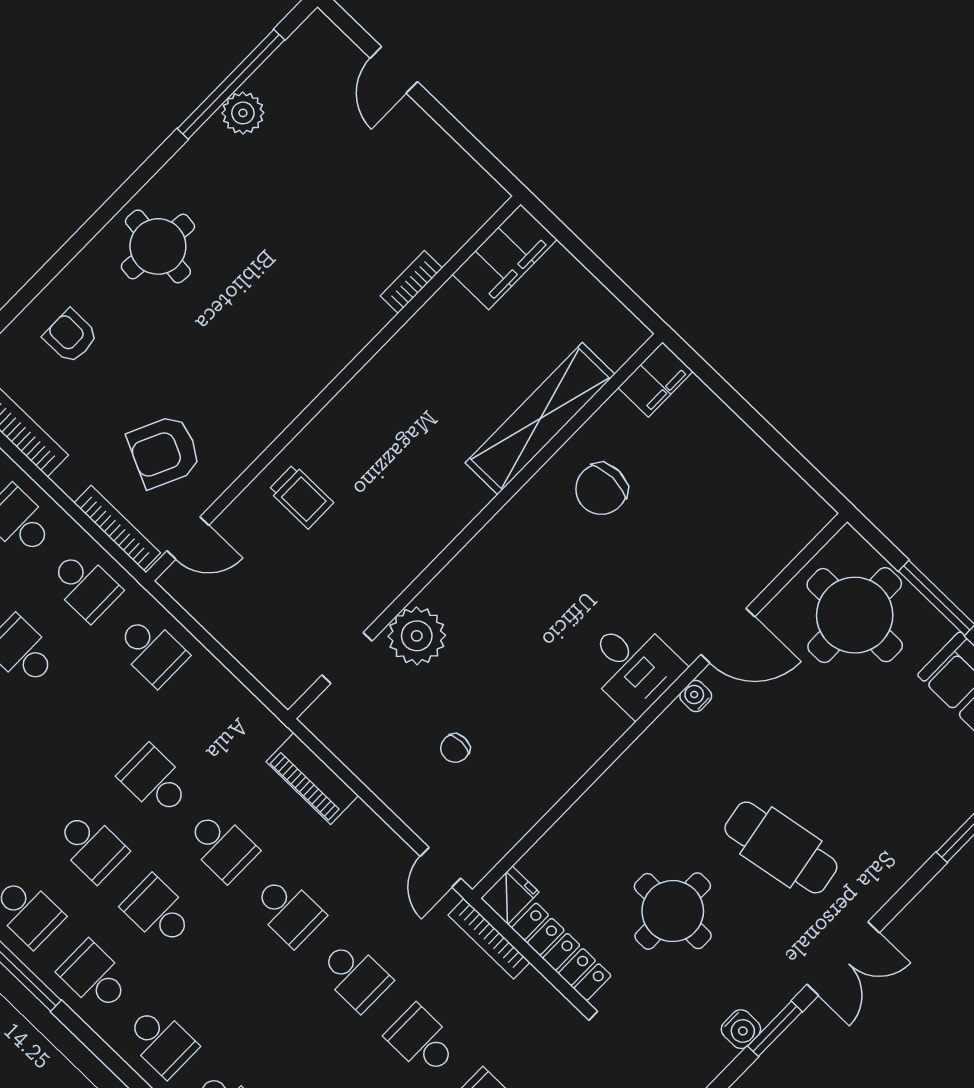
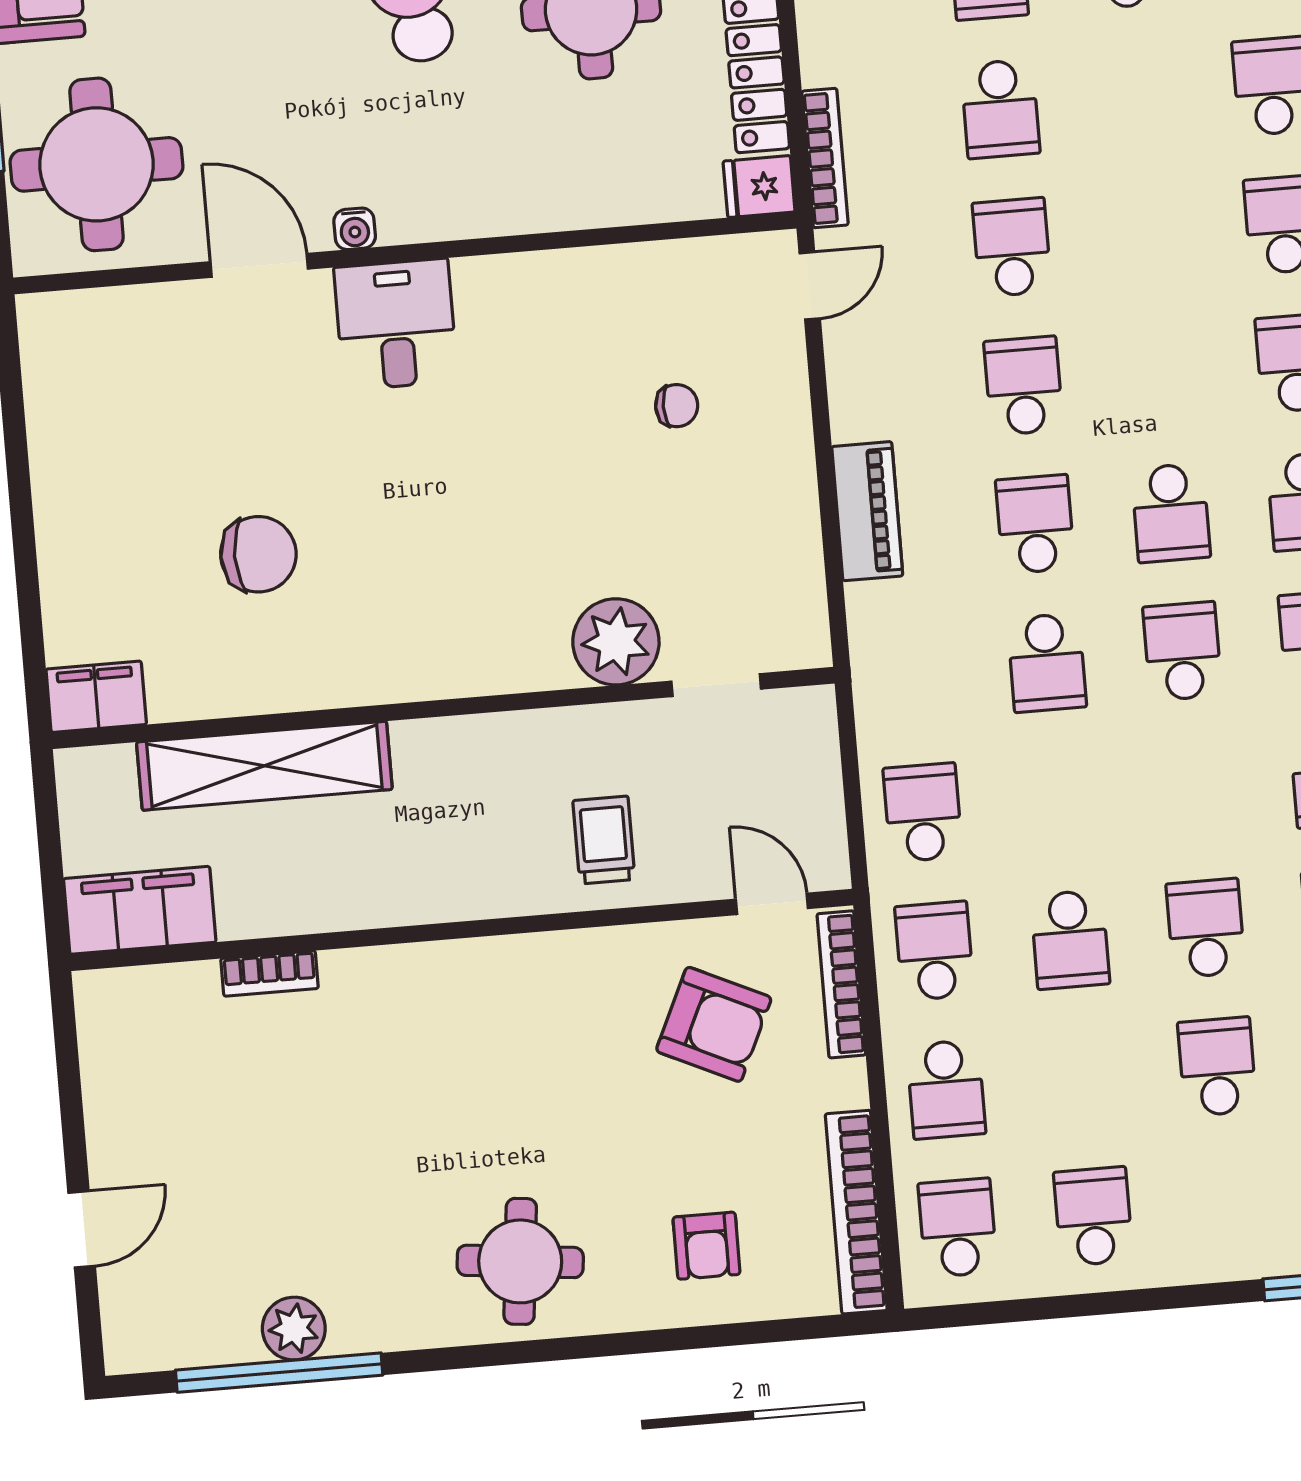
filing cabinet: (655, 379) -> (96, 697), moved
shelving: (540, 419) -> (264, 766), moved
wall: (475, 526) -> (443, 708), moved
plant: (417, 636) -> (616, 642), moved
doorway: (347, 658) -> (716, 685), moved

